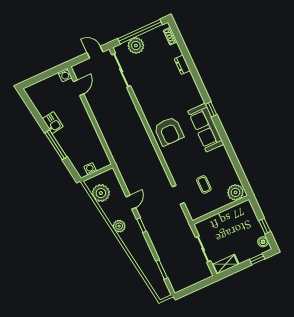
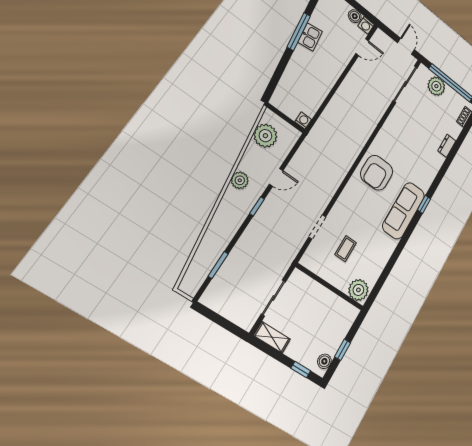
boiler: (54, 80) -> (355, 16), added
window: (56, 145) -> (299, 32), moved
washing machine: (90, 169) -> (303, 121), moved

